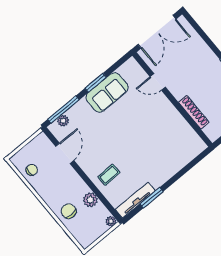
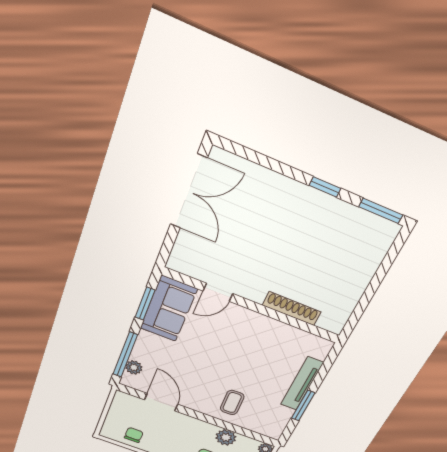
door: (158, 82) -> (218, 292), moved
wall: (172, 99) -> (252, 306), moved
shoe rack: (194, 112) -> (292, 309), moved
tv unit: (135, 200) -> (302, 384), moved

